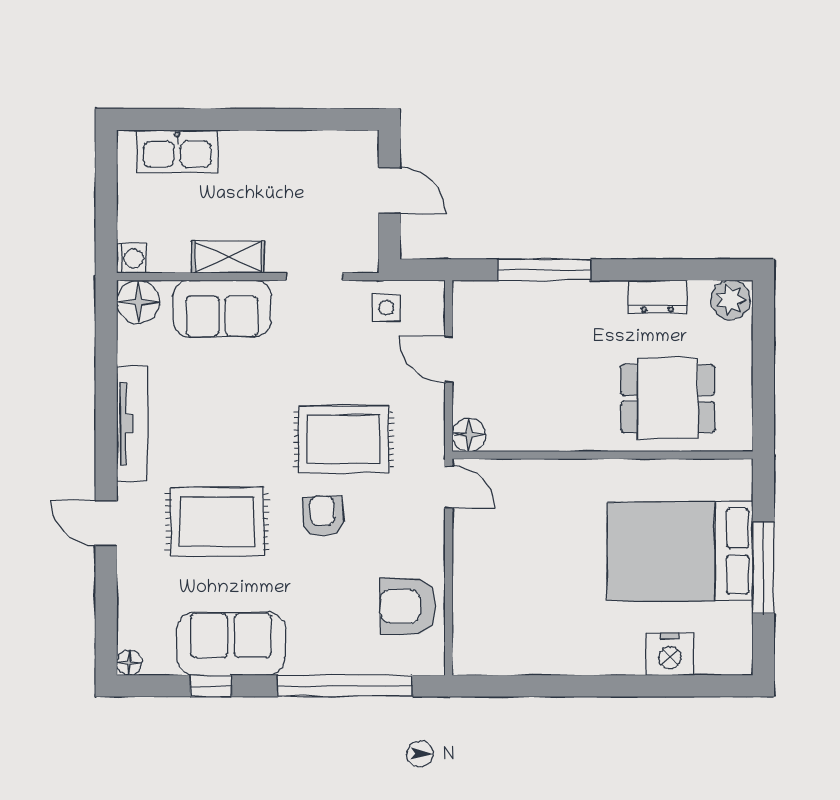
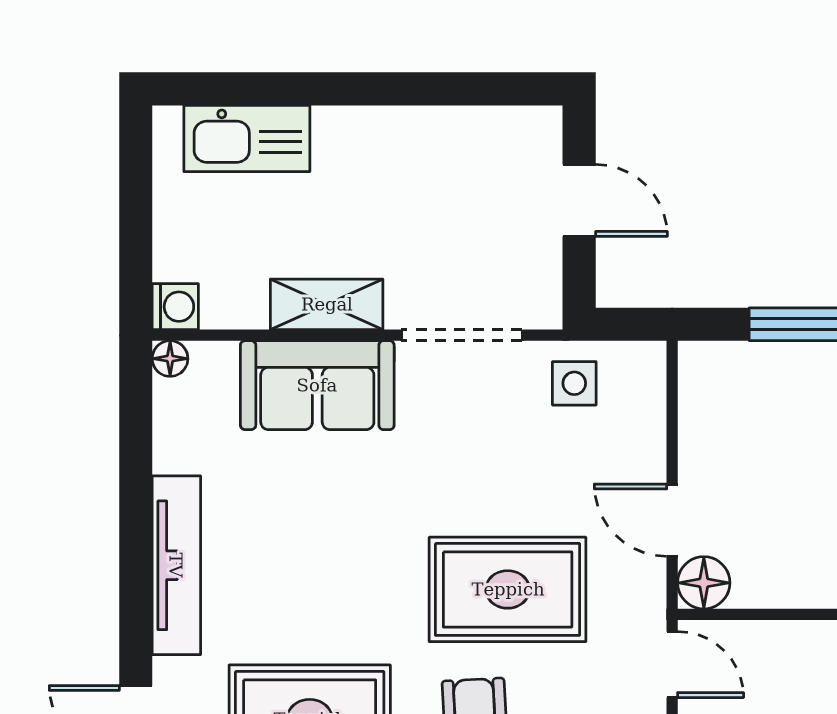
doorway: (314, 277) -> (462, 335), width x1.38
floor lamp: (138, 302) -> (170, 359), width x0.53, depth x0.53
door: (449, 359) -> (672, 520), moved

